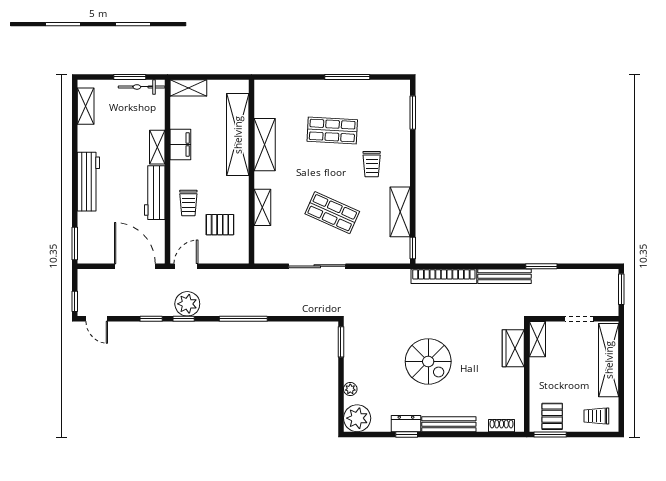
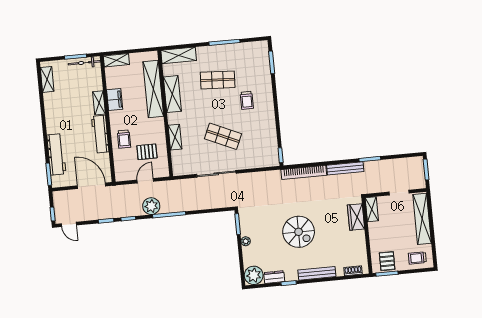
workbench: (88, 182) -> (56, 154), moved
shelving: (400, 212) -> (179, 55), moved, turned 90
door: (186, 266) -> (145, 181), moved
plant: (187, 304) -> (151, 206), moved
plant: (350, 389) -> (246, 241), moved
dresser: (406, 424) -> (274, 277), moved

